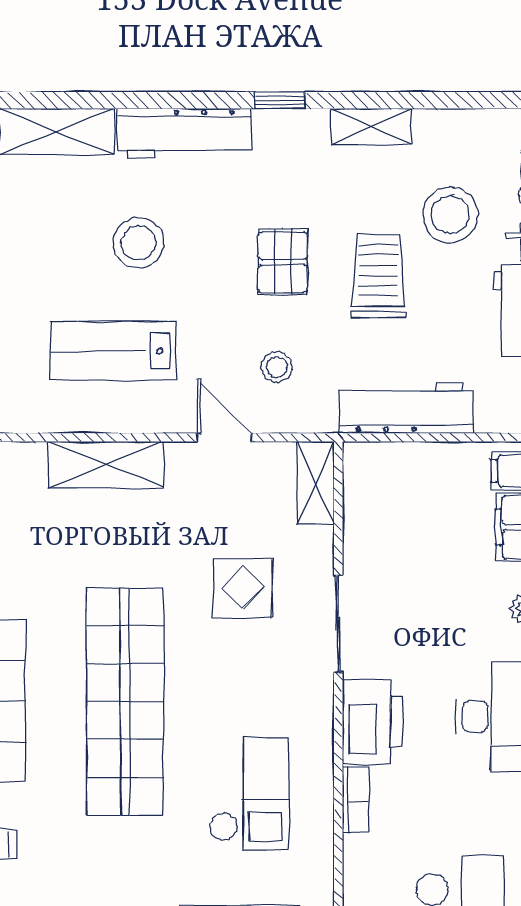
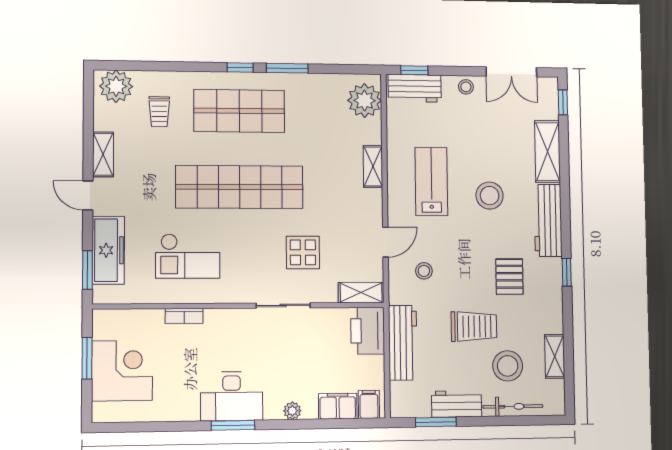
shelving: (371, 126) -> (555, 356), moved
pallet: (283, 262) -> (509, 277), moved, turned 90
shelving: (106, 465) -> (373, 167), width x0.67, depth x0.75
printer: (373, 722) -> (368, 331), moved, turned 90

